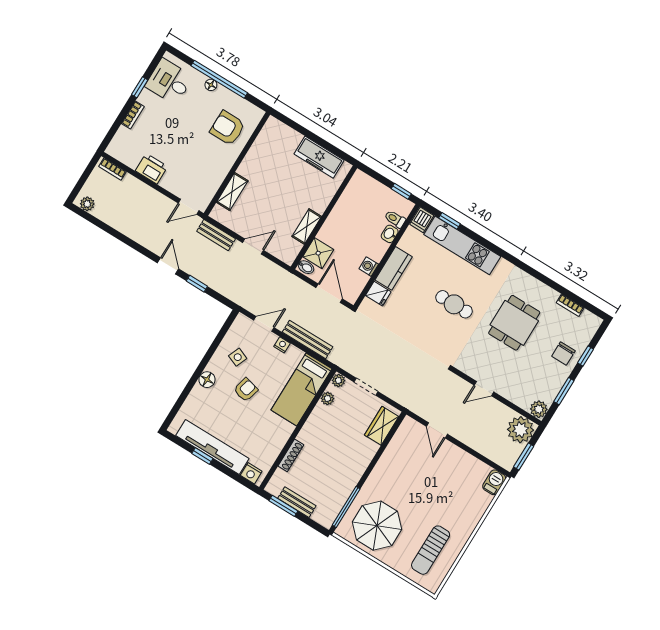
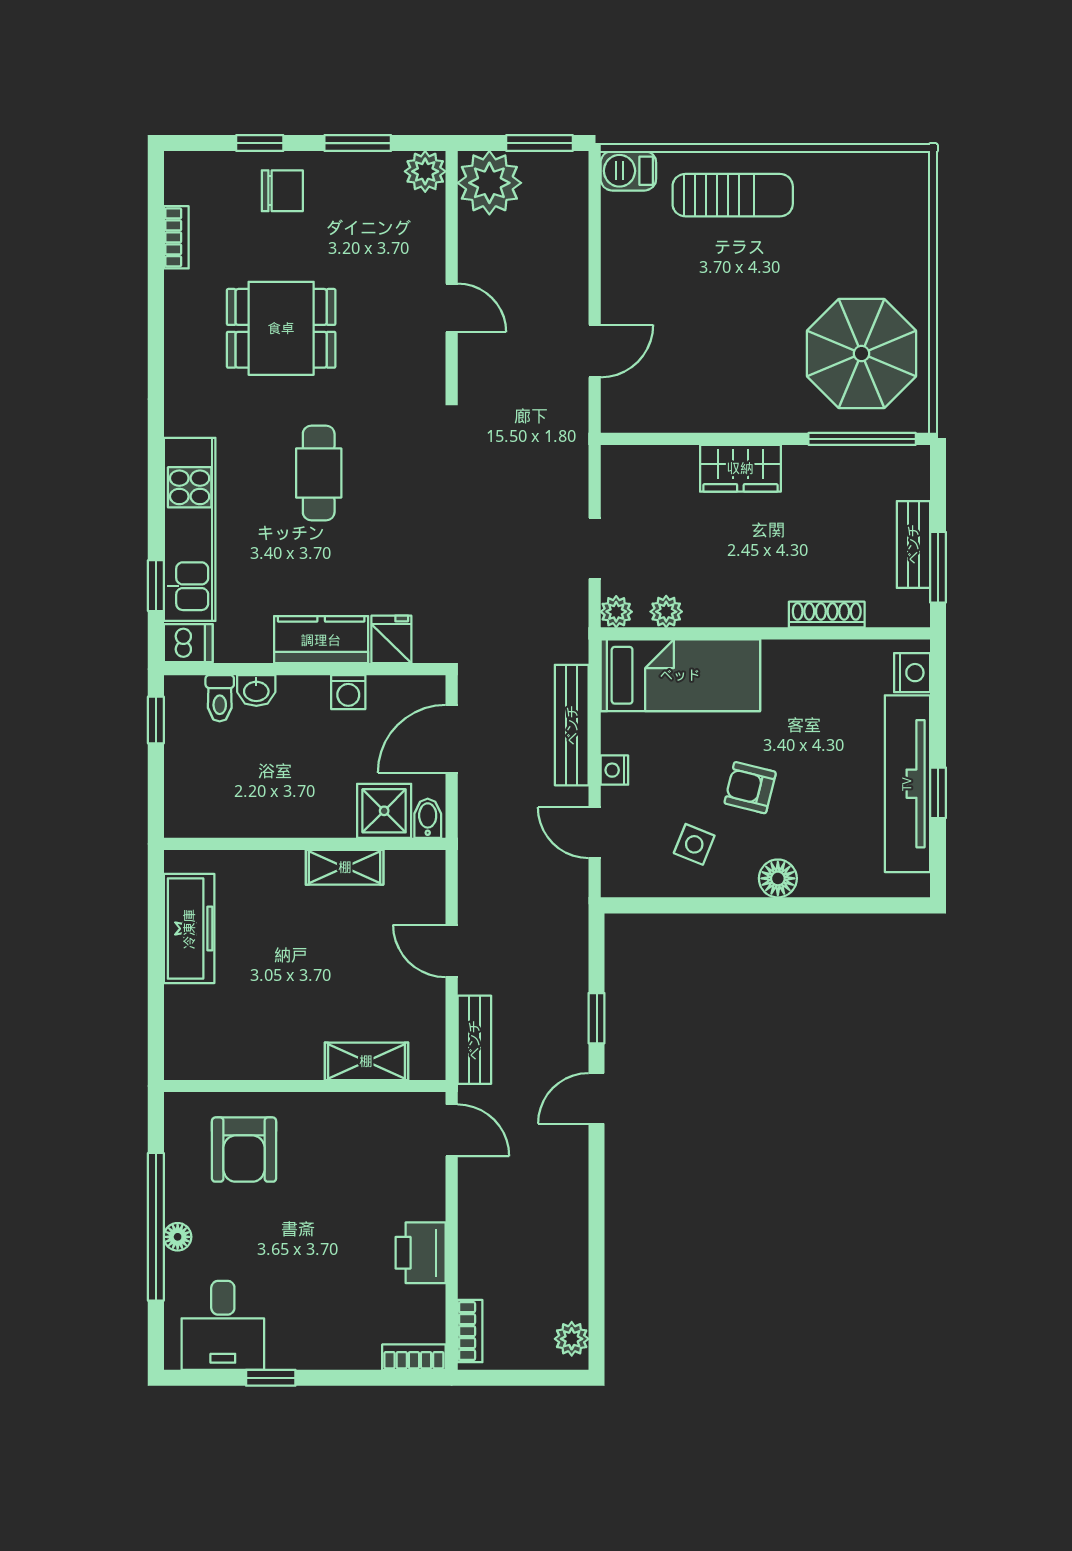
bookcase: (133, 115) -> (414, 1357), moved
wardrobe: (382, 426) -> (740, 468), moved
sun lounger: (431, 550) -> (733, 195), moved

